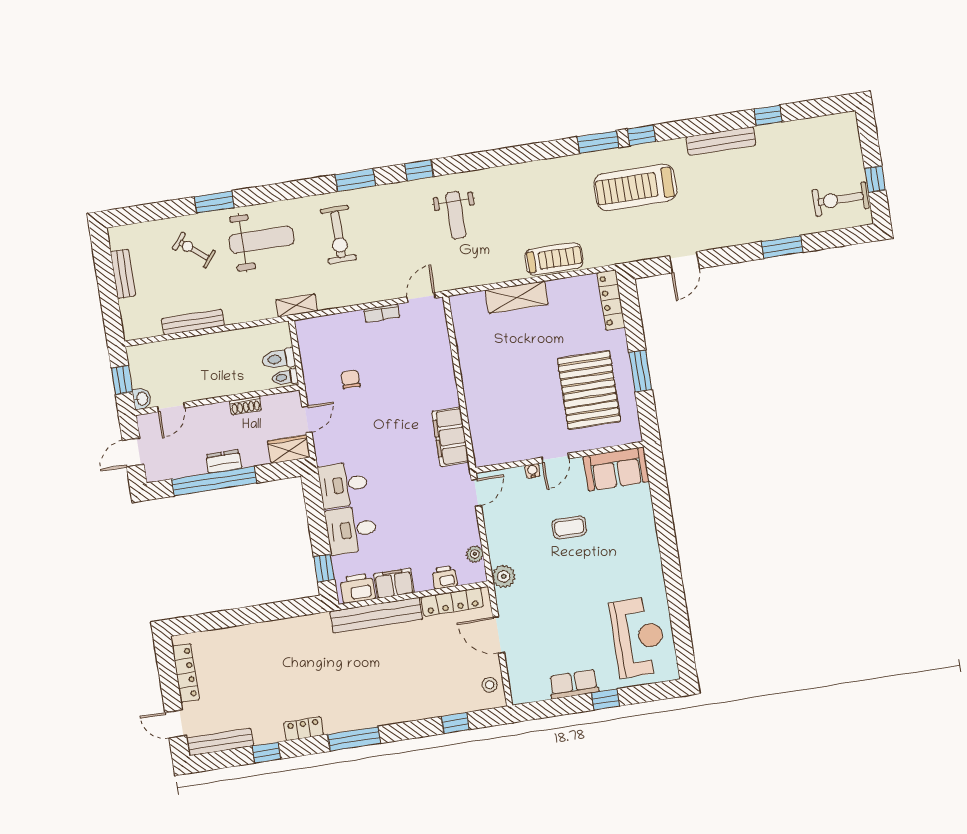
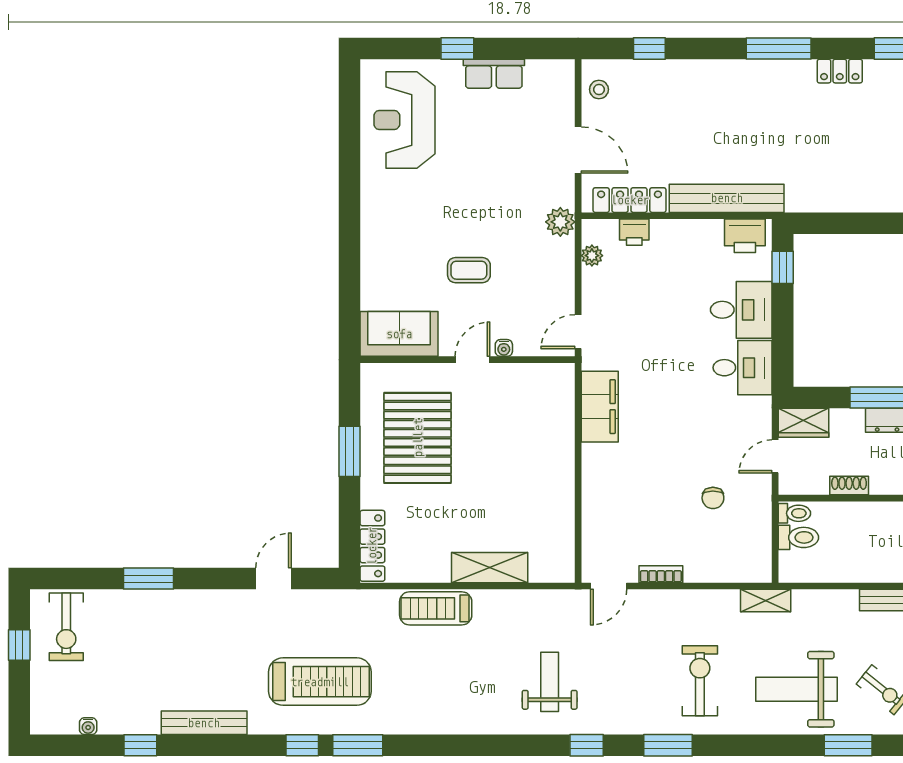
water cooler: (811, 124) -> (88, 726), added
exercise bike: (841, 199) -> (66, 627), turned 90
filing cabinet: (394, 583) -> (699, 235), removed

